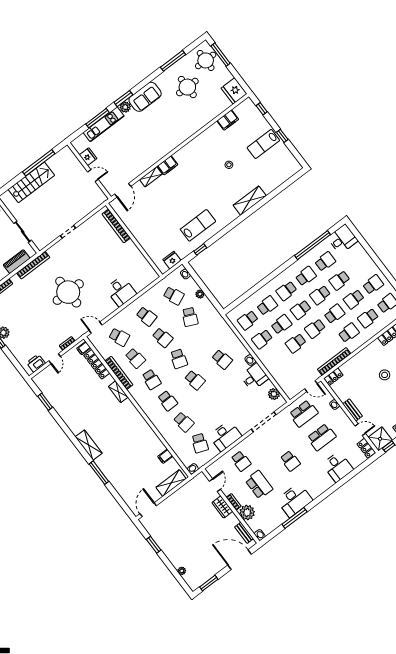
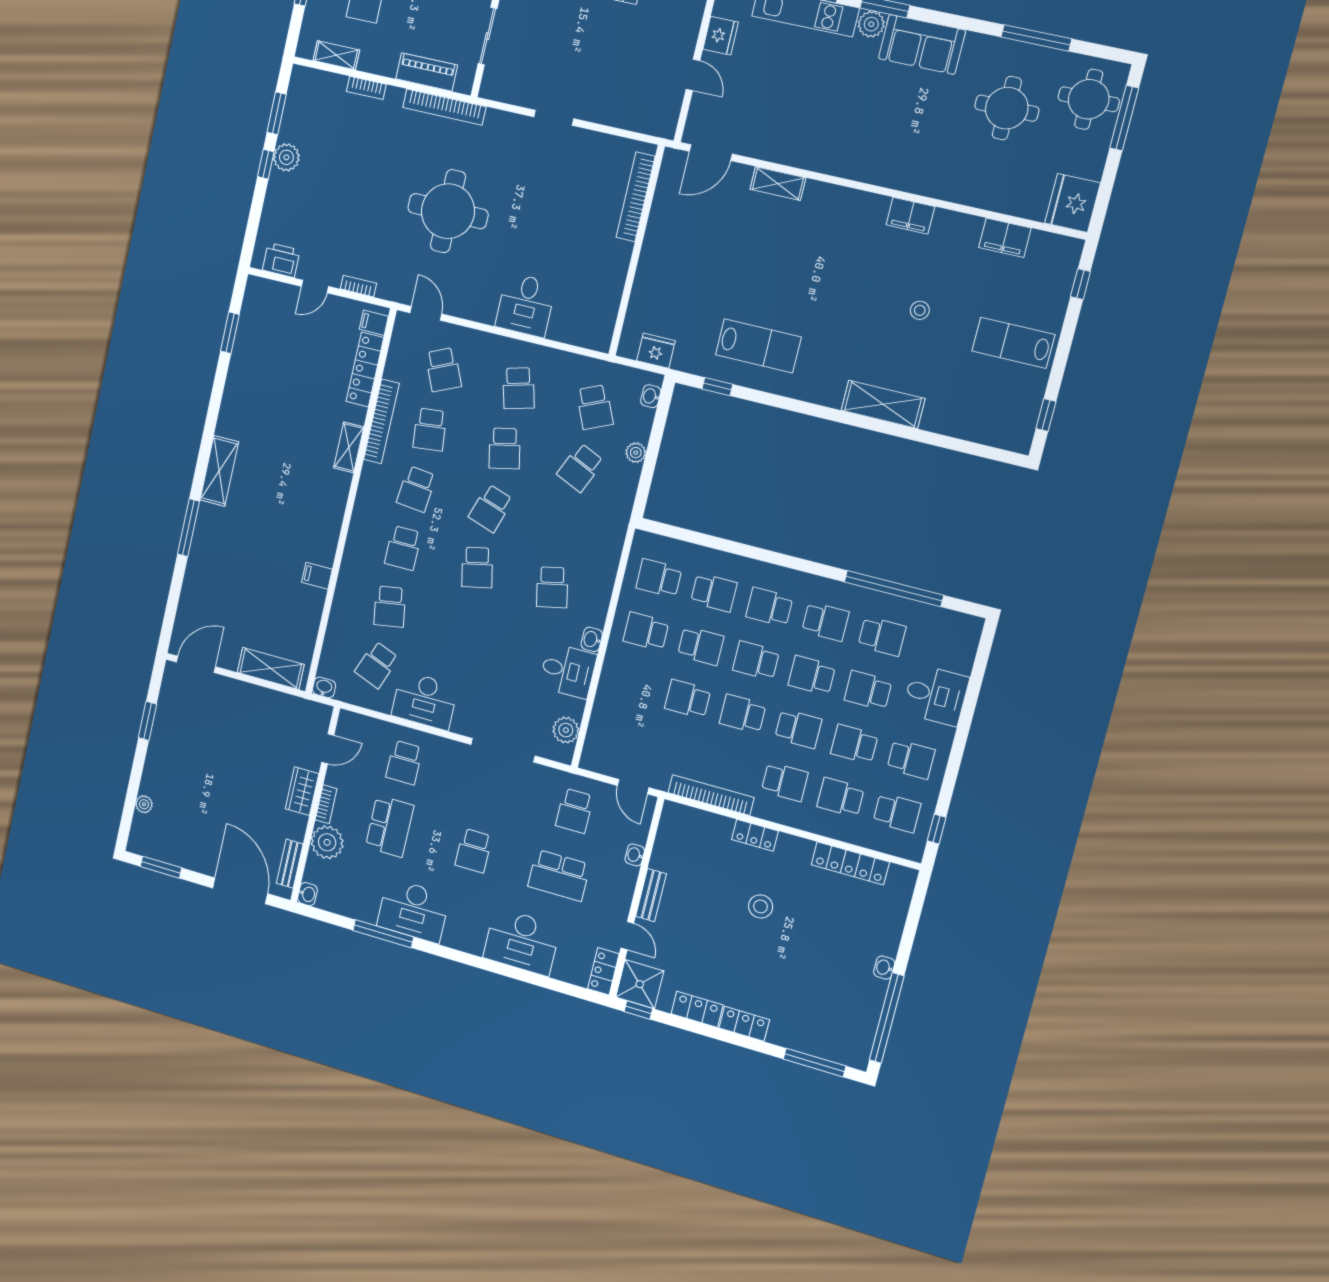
window: (282, 136) -> (1046, 415), moved
filing cabinet: (168, 165) -> (910, 216), moved
desk: (343, 239) -> (936, 695), moved
locker: (333, 377) -> (755, 835), moved
school desk: (304, 413) -> (574, 811), width x0.54
filing cabinet: (165, 456) -> (317, 576), moved
desk: (338, 467) -> (522, 942), width x1.37

